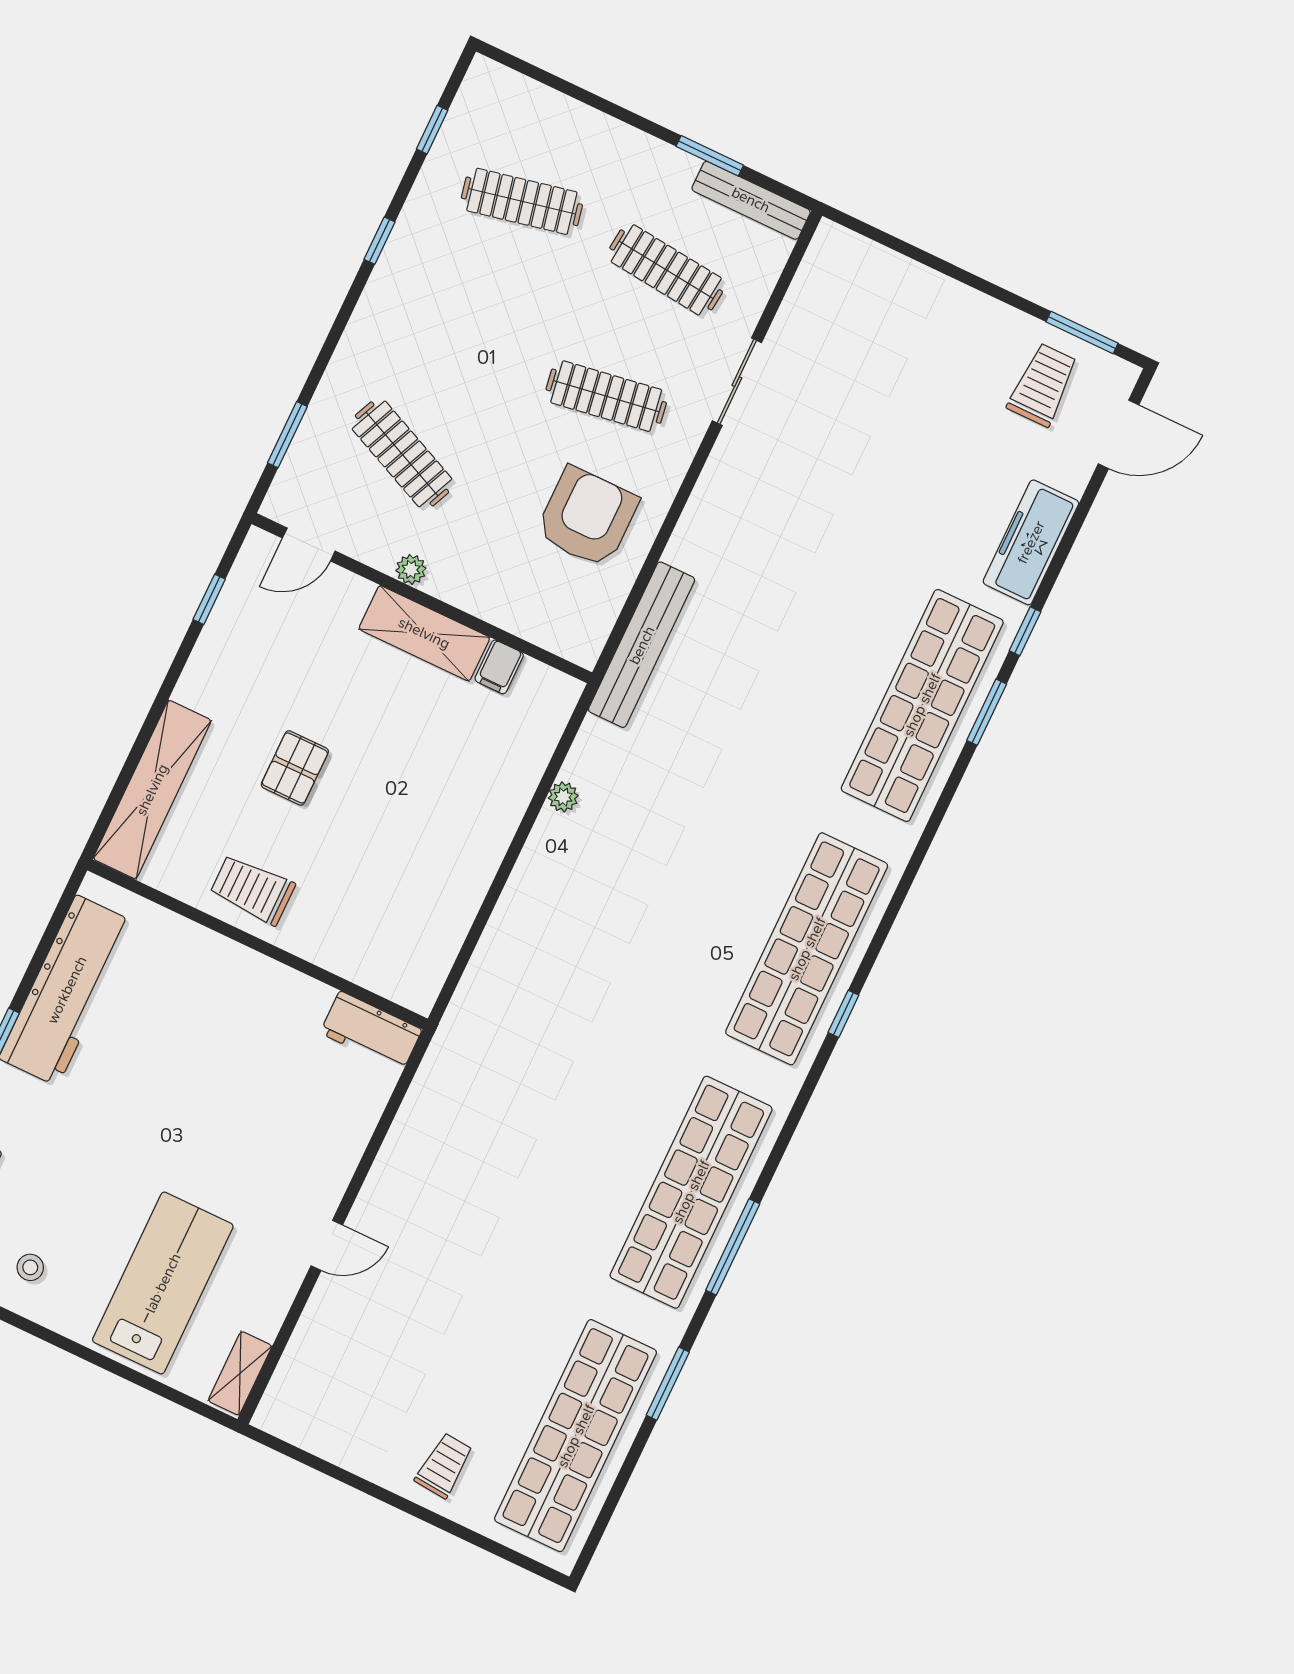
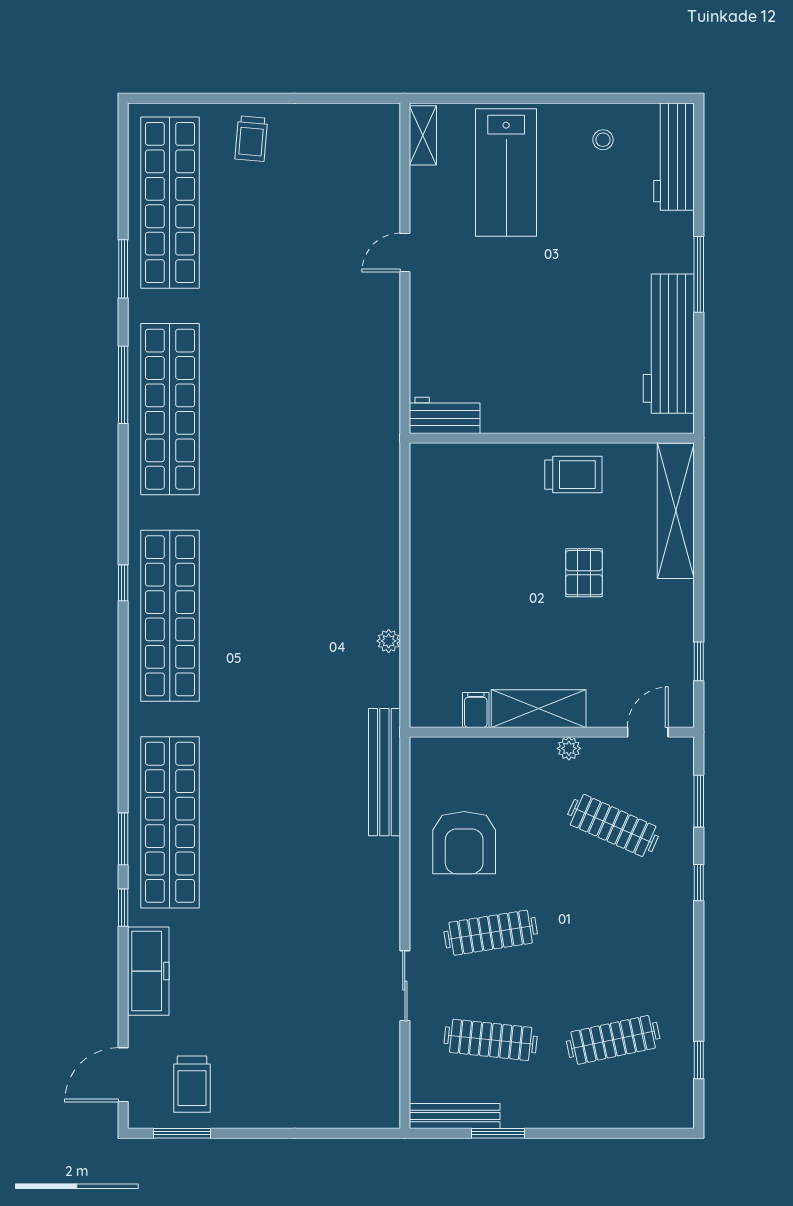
window: (379, 241) -> (699, 883), moved

